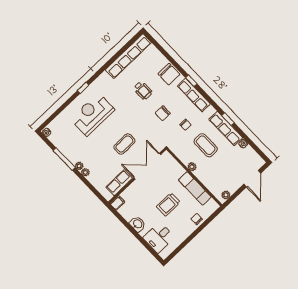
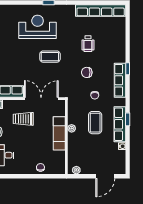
chair: (169, 74) -> (117, 50), removed
coffee table: (124, 144) -> (50, 57), moved
exam couch: (195, 188) -> (59, 133), moved
trolley: (168, 204) -> (23, 119), moved

